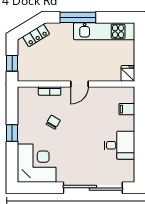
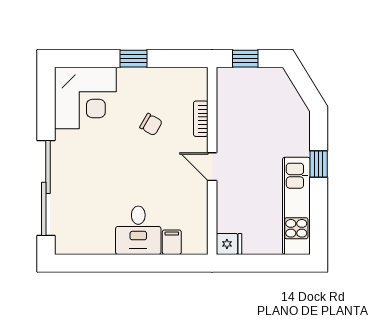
window: (78, 17) -> (319, 164), width x0.46
locker: (36, 35) -> (290, 97), removed
desk: (119, 145) -> (138, 230), moved

